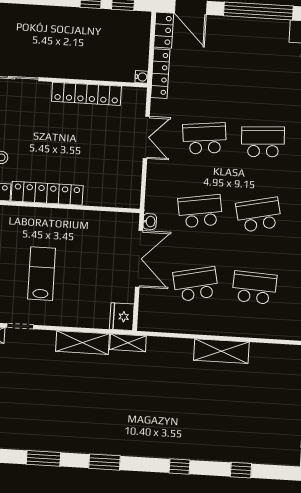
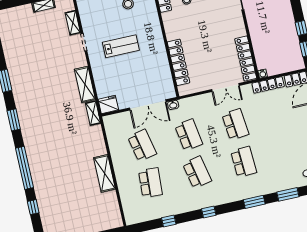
locker: (86, 94) -> (246, 59), moved
locker: (47, 193) -> (178, 62), moved
window: (180, 466) -> (24, 168), width x3.17

